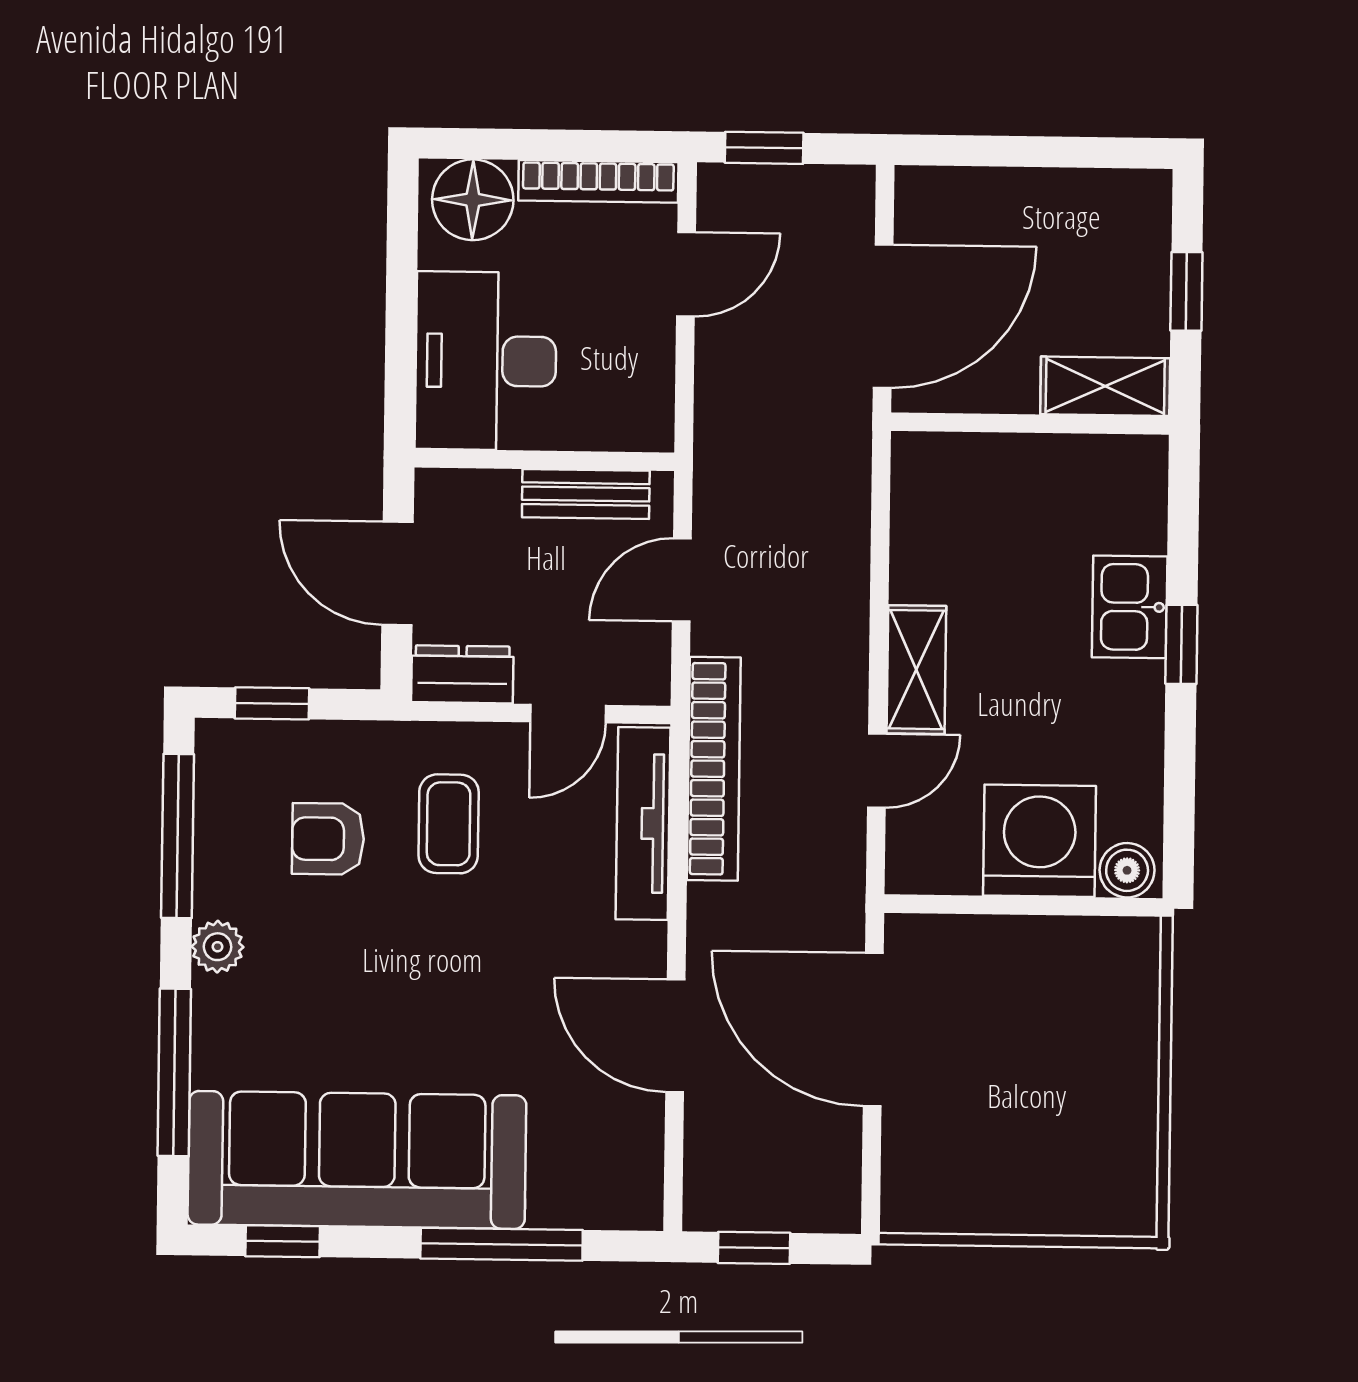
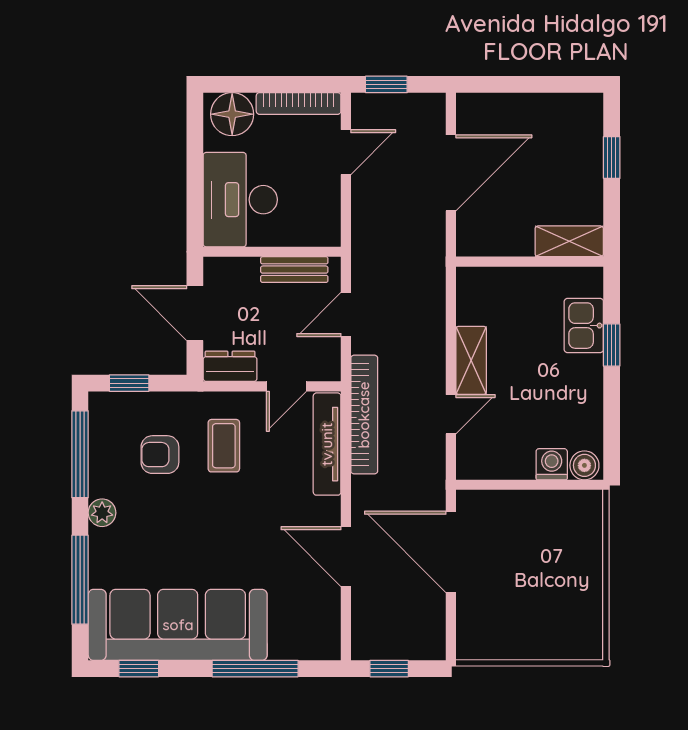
shelving: (1105, 386) -> (569, 241), moved
wall: (1030, 423) -> (530, 262), moved
washing machine: (1040, 841) -> (552, 464), width x0.53, depth x0.53

